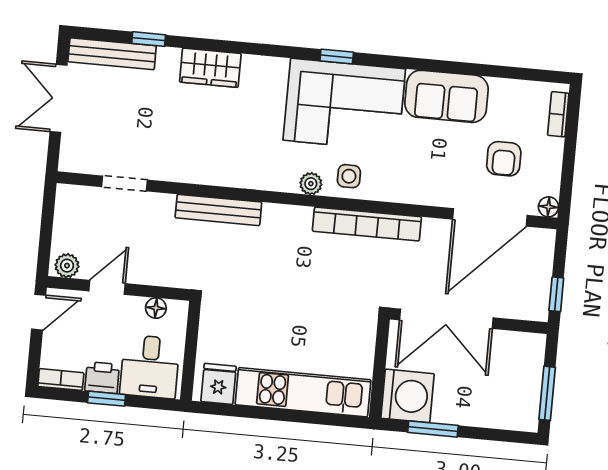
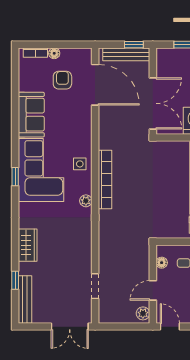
double door: (58, 98) -> (70, 327), moved
armchair: (504, 159) -> (62, 80), turned -90
plant: (311, 184) -> (86, 201), moved
floor lamp: (548, 207) -> (54, 53), moved
bench: (218, 210) -> (126, 54), moved, turned 90
bookcase: (367, 224) -> (105, 179), moved
door: (107, 287) -> (153, 290), hinge flipped

